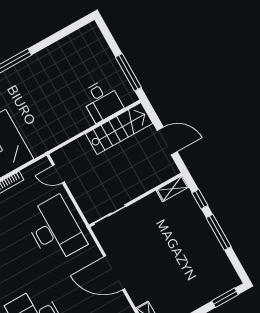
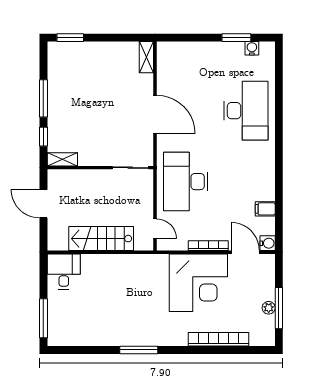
window: (128, 72) -> (43, 318), moved
desk: (102, 101) -> (64, 271), moved
stairs: (119, 128) -> (101, 239), moved

